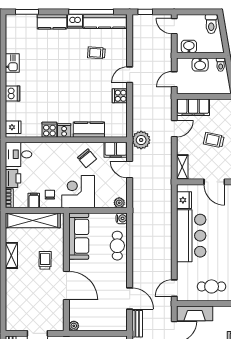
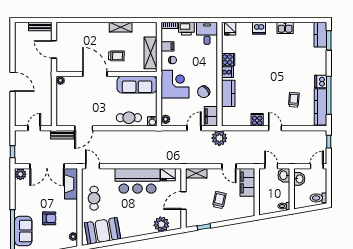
kitchen counter: (52, 22) -> (320, 35), moved
washbasin: (200, 65) -> (284, 175), moved
shelving: (33, 220) -> (151, 53), width x0.68
door: (66, 286) -> (95, 74), swing flipped

